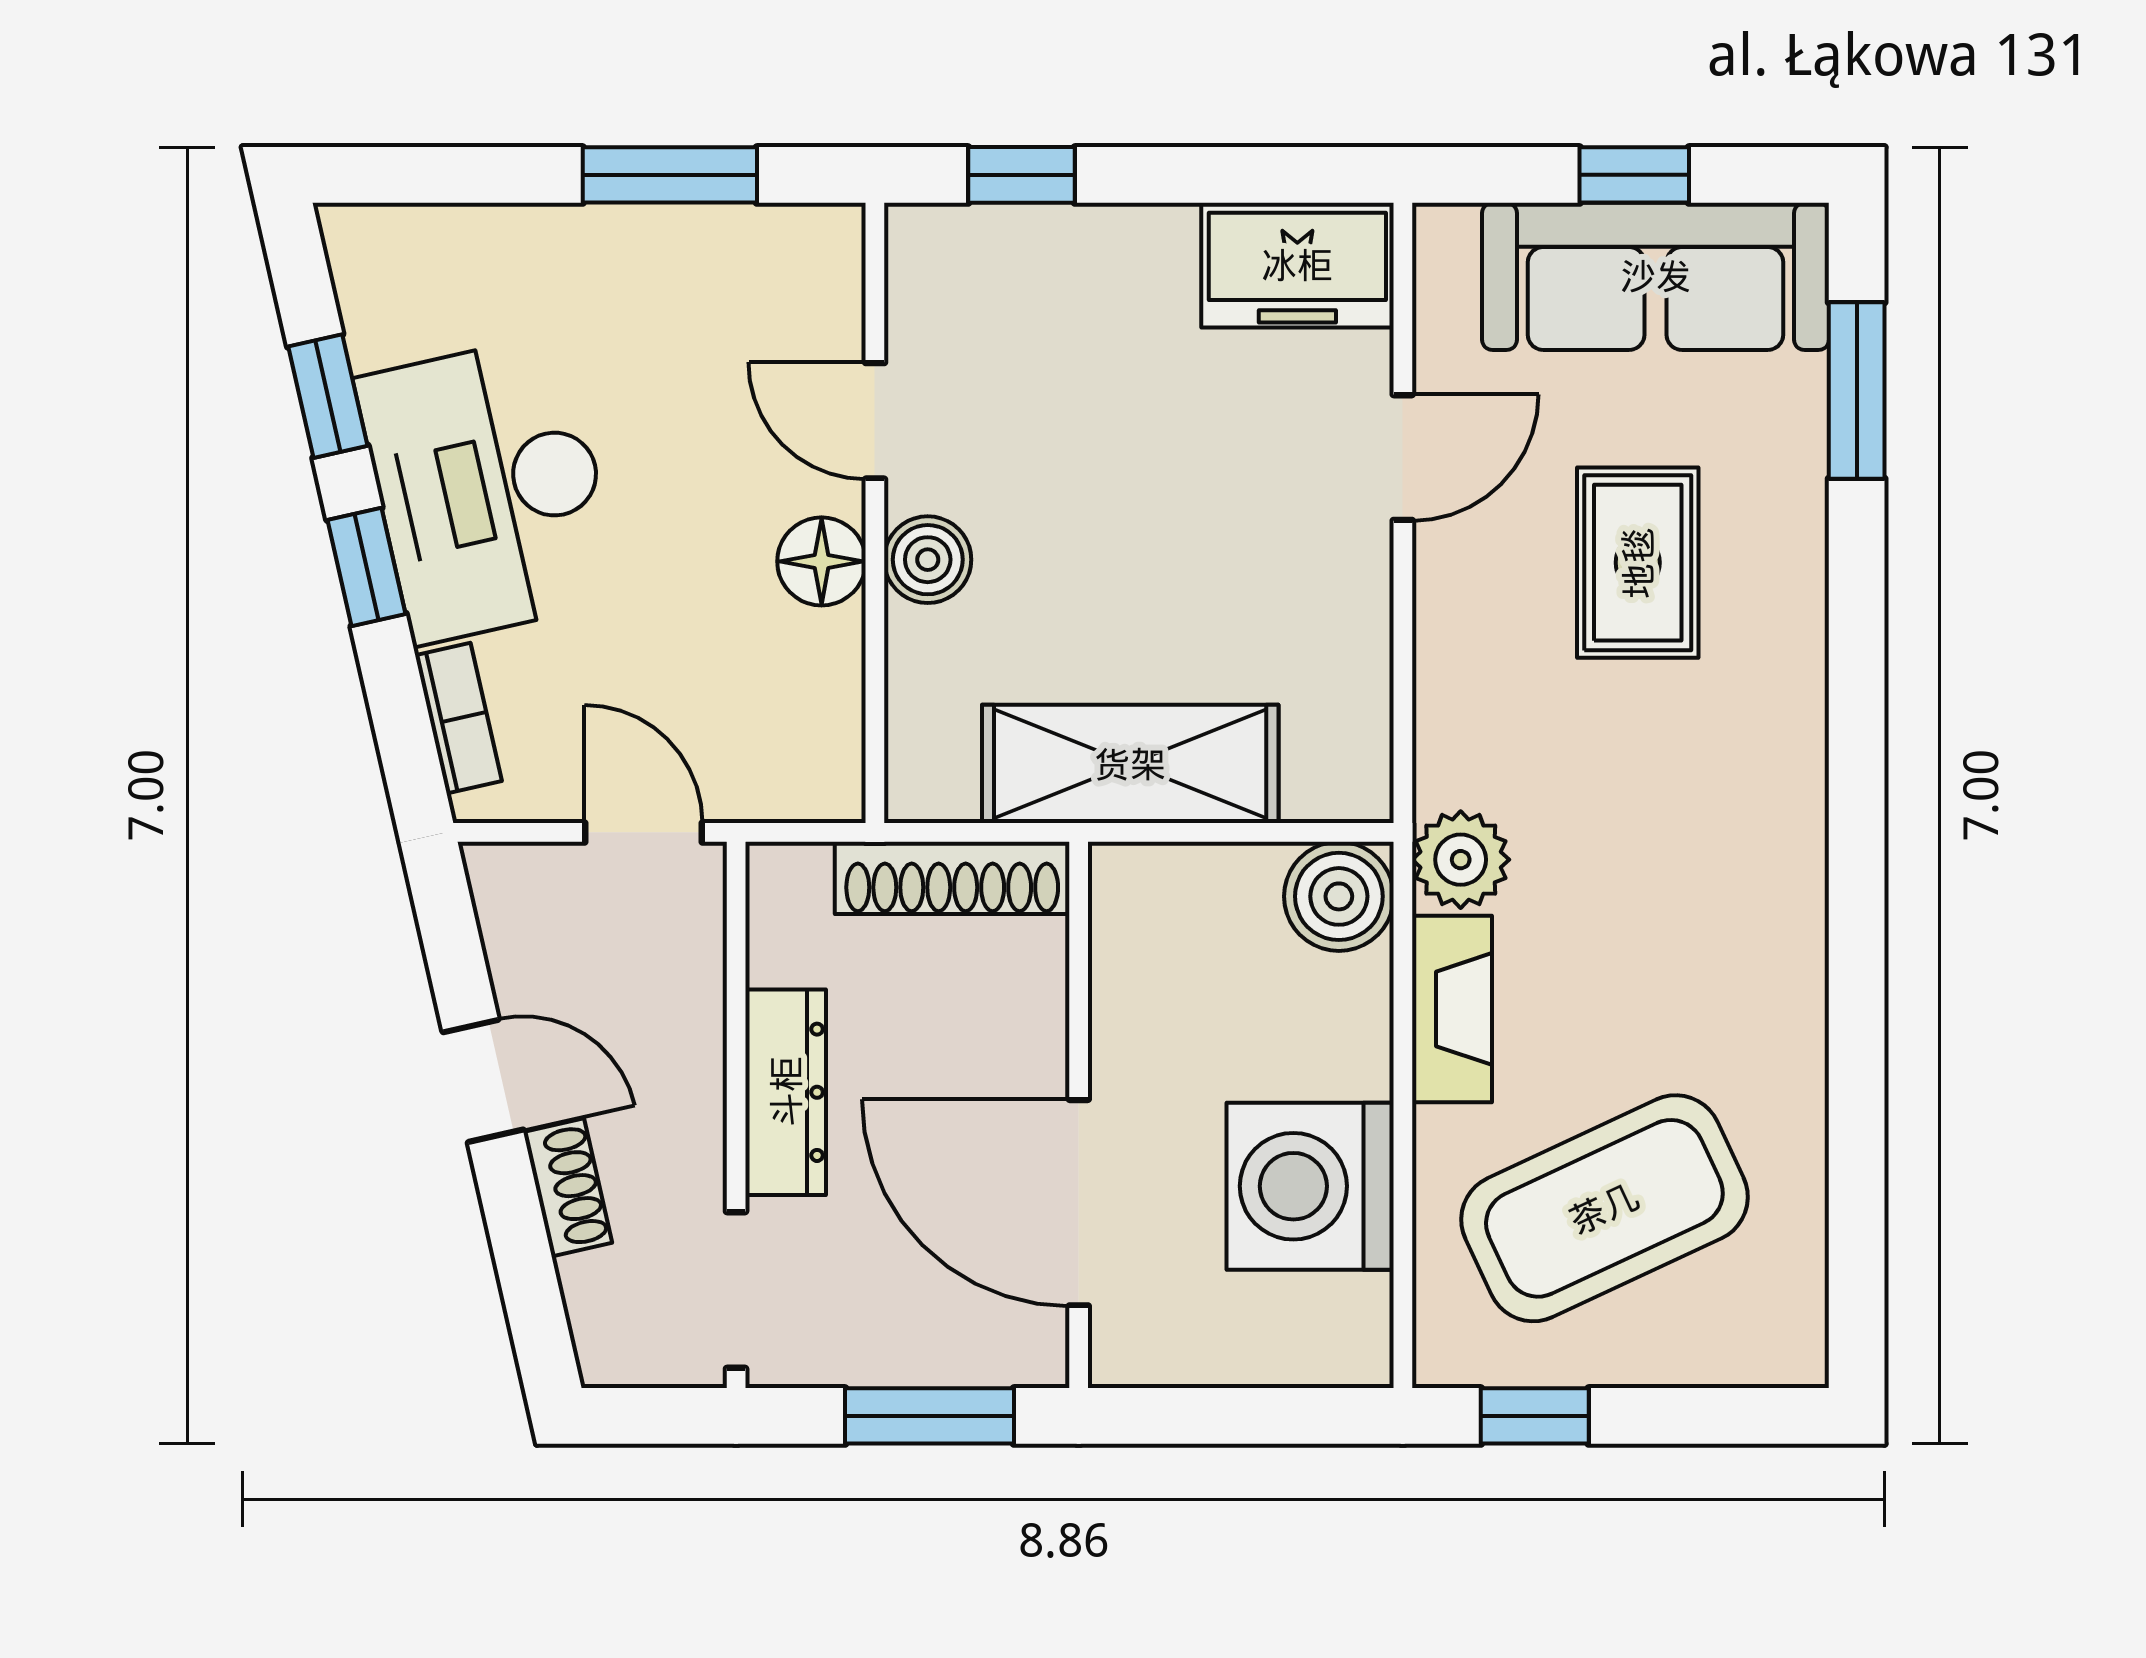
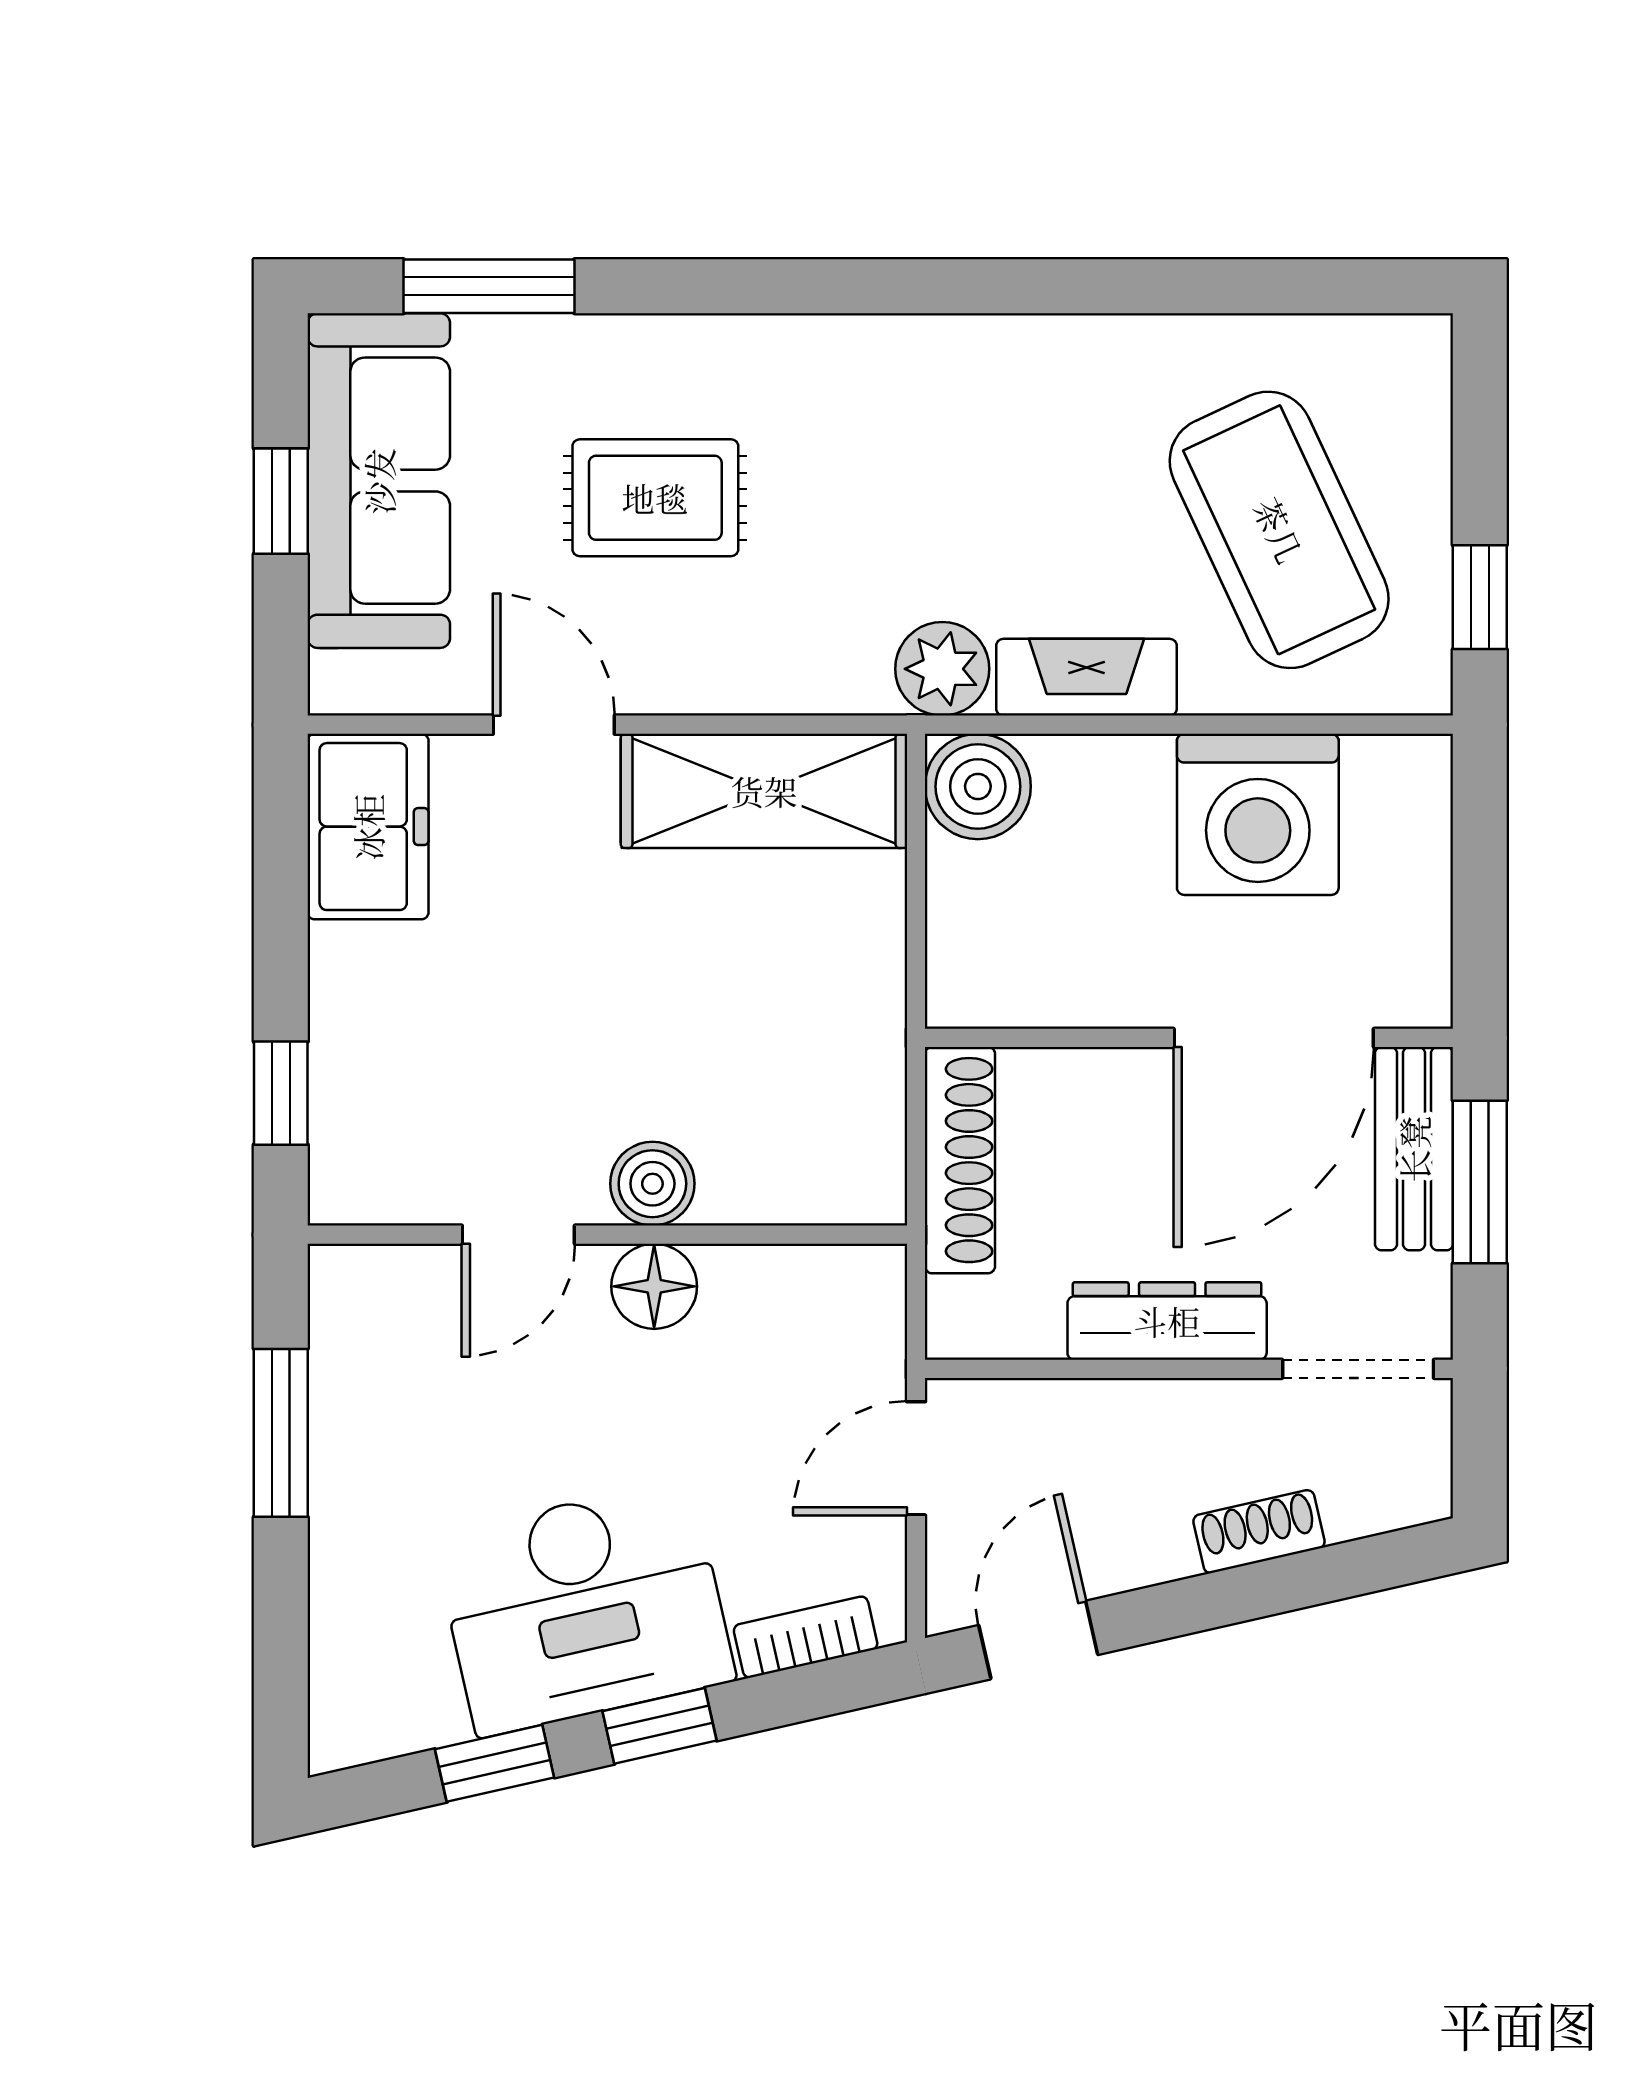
shelving: (1130, 764) -> (764, 791), moved, turned 90
door: (483, 1081) -> (1038, 1640), moved
bench: (964, 1348) -> (1414, 1149), added

